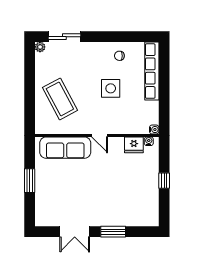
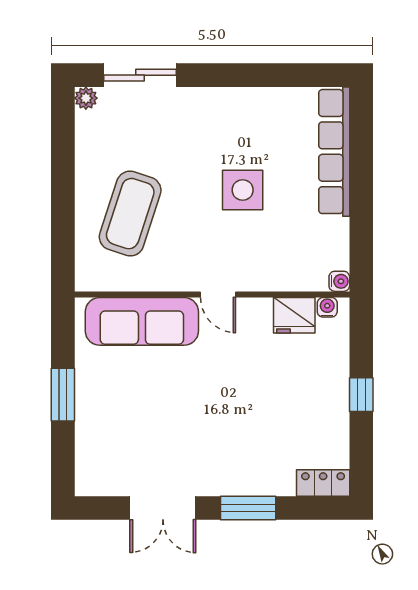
chair: (119, 56) -> (262, 118), removed
coffee table: (60, 99) -> (130, 214), turned 46
locker: (147, 220) -> (323, 483), added

